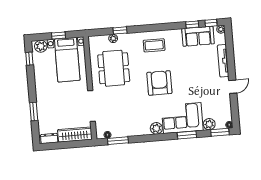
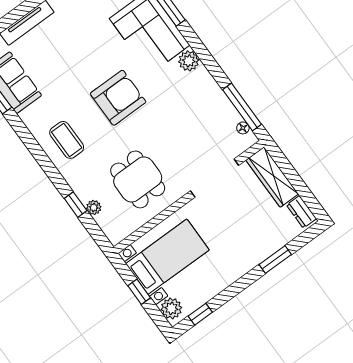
dining table: (114, 68) -> (138, 179), width x0.73
armchair: (159, 83) -> (118, 98), turned 180
window: (118, 141) -> (242, 107), width x1.44

